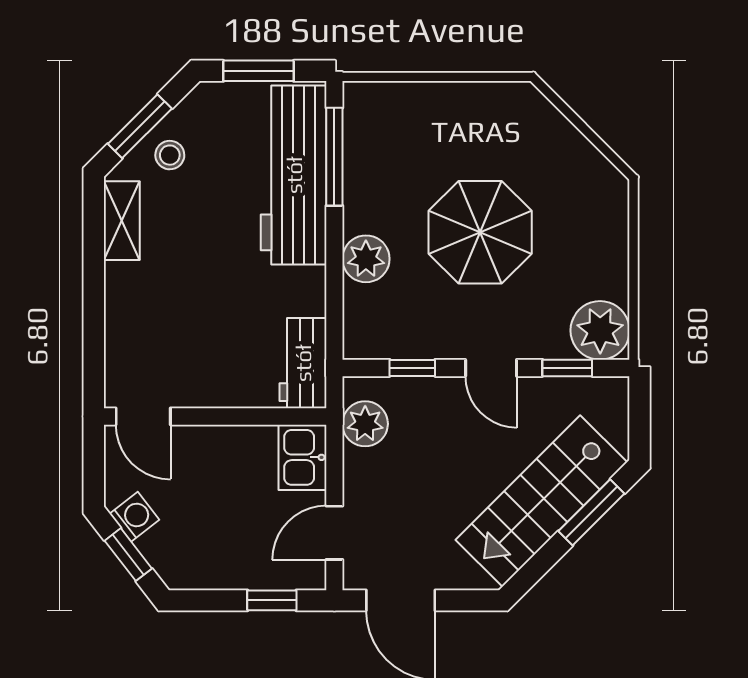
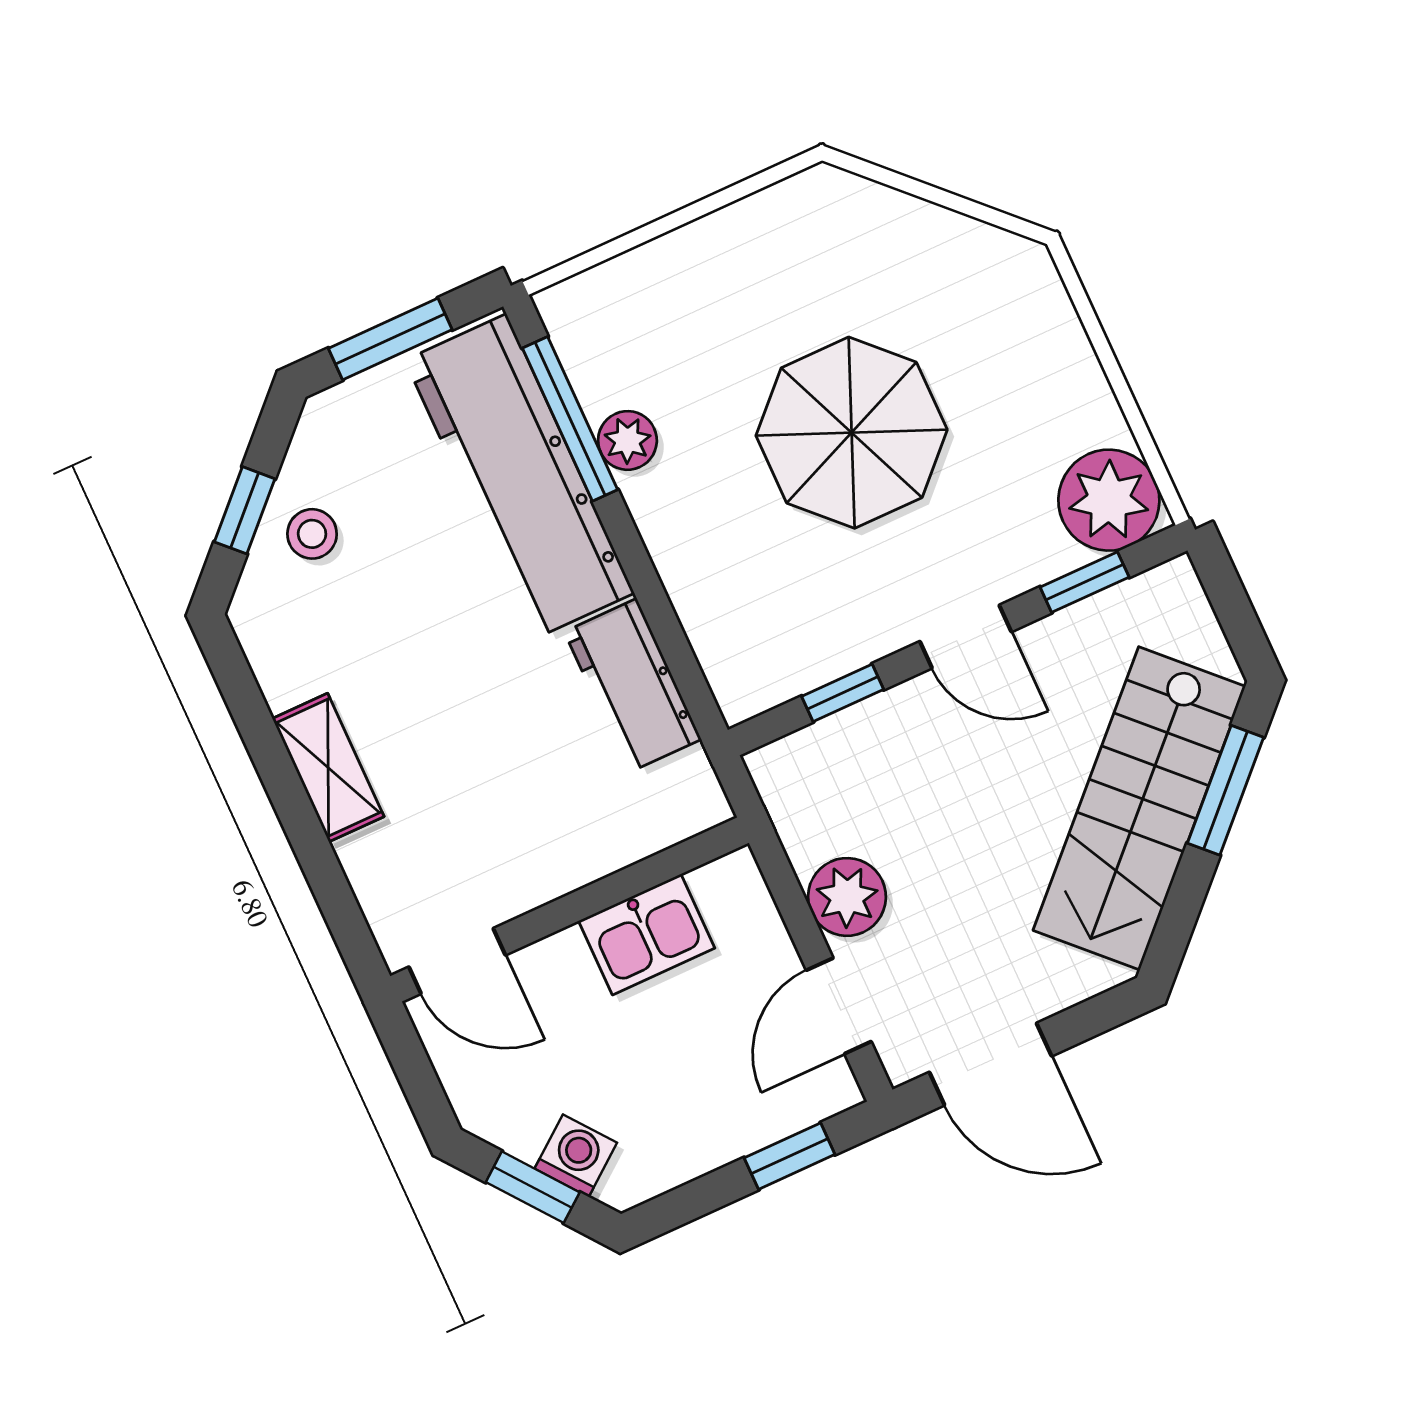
window: (140, 126) -> (245, 510), width x0.67
shelving: (122, 221) -> (328, 768), moved
plant: (366, 259) -> (627, 440), moved, width x0.73, depth x0.73
workbench: (303, 363) -> (633, 686), moved
plant: (365, 424) -> (847, 897), moved
kitchen sink: (302, 457) -> (647, 934), moved, turned -90
washing machine: (134, 517) -> (576, 1156), moved

